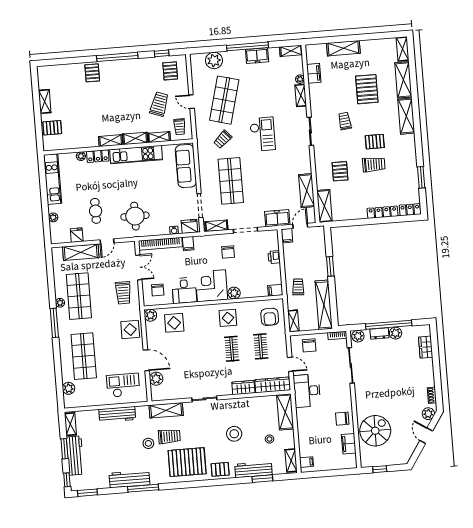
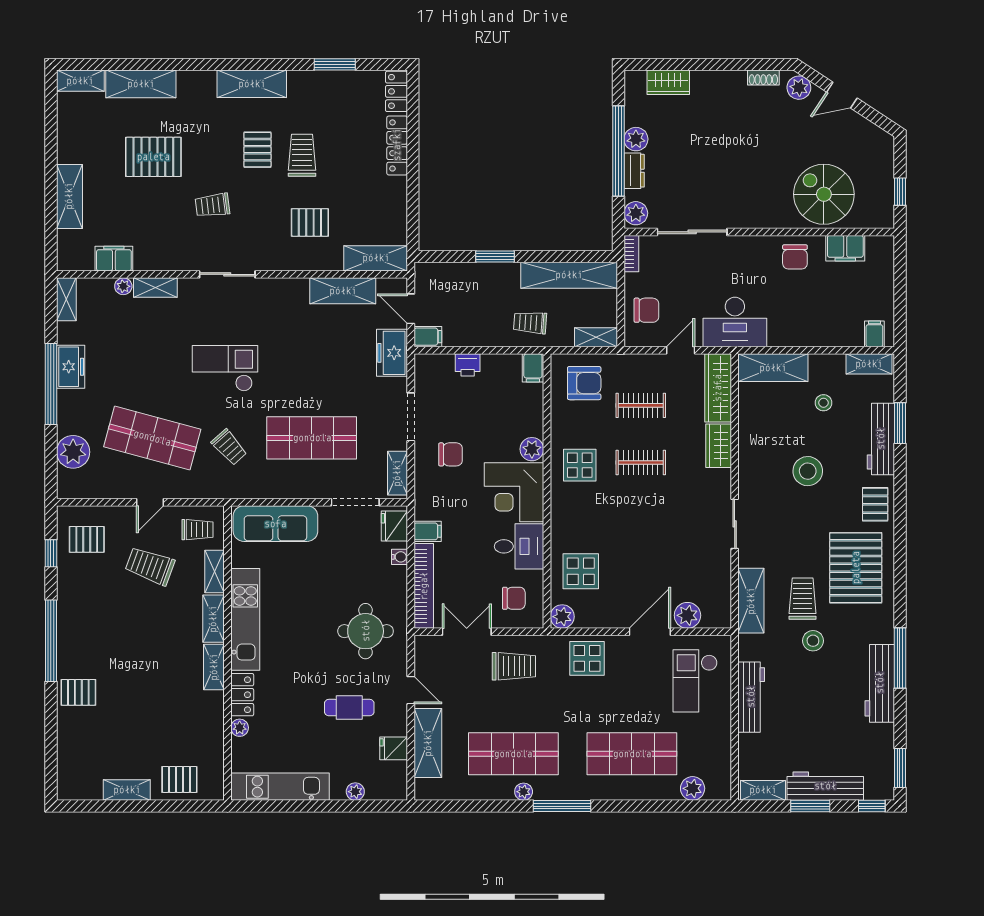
shelving: (406, 116) -> (252, 84), moved
pallet: (52, 128) -> (179, 779), turned 90

